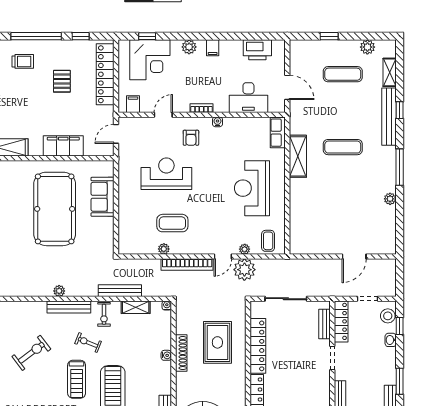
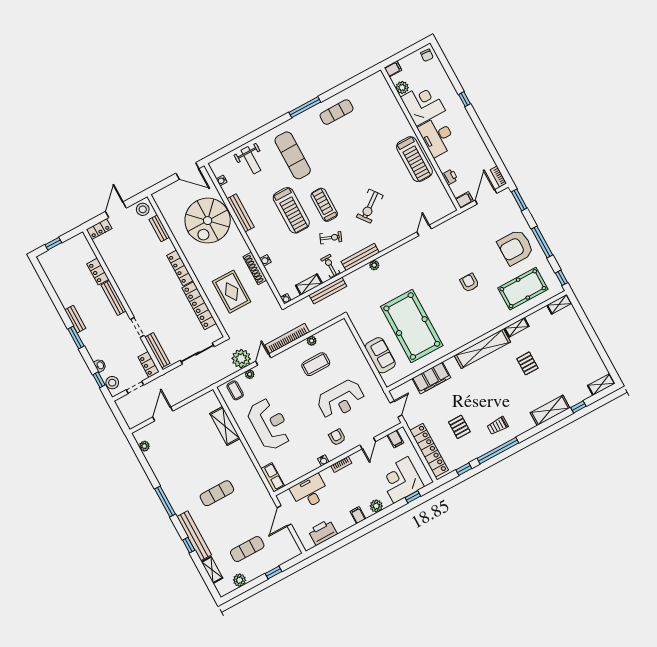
door: (287, 87) -> (284, 516), hinge flipped
shelving: (298, 156) -> (225, 426), moved
plant: (390, 199) -> (144, 446), moved
locker: (341, 321) -> (149, 364), width x0.66
bench: (324, 324) -> (157, 350), width x1.36

